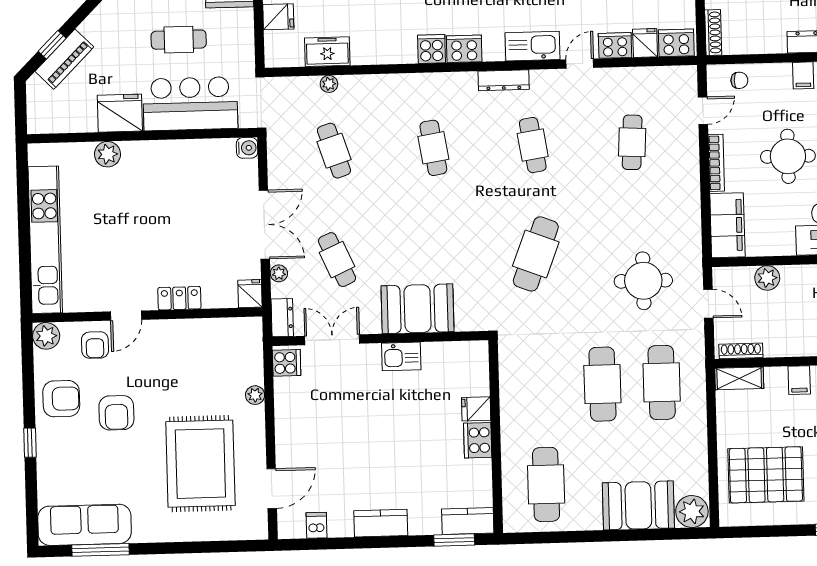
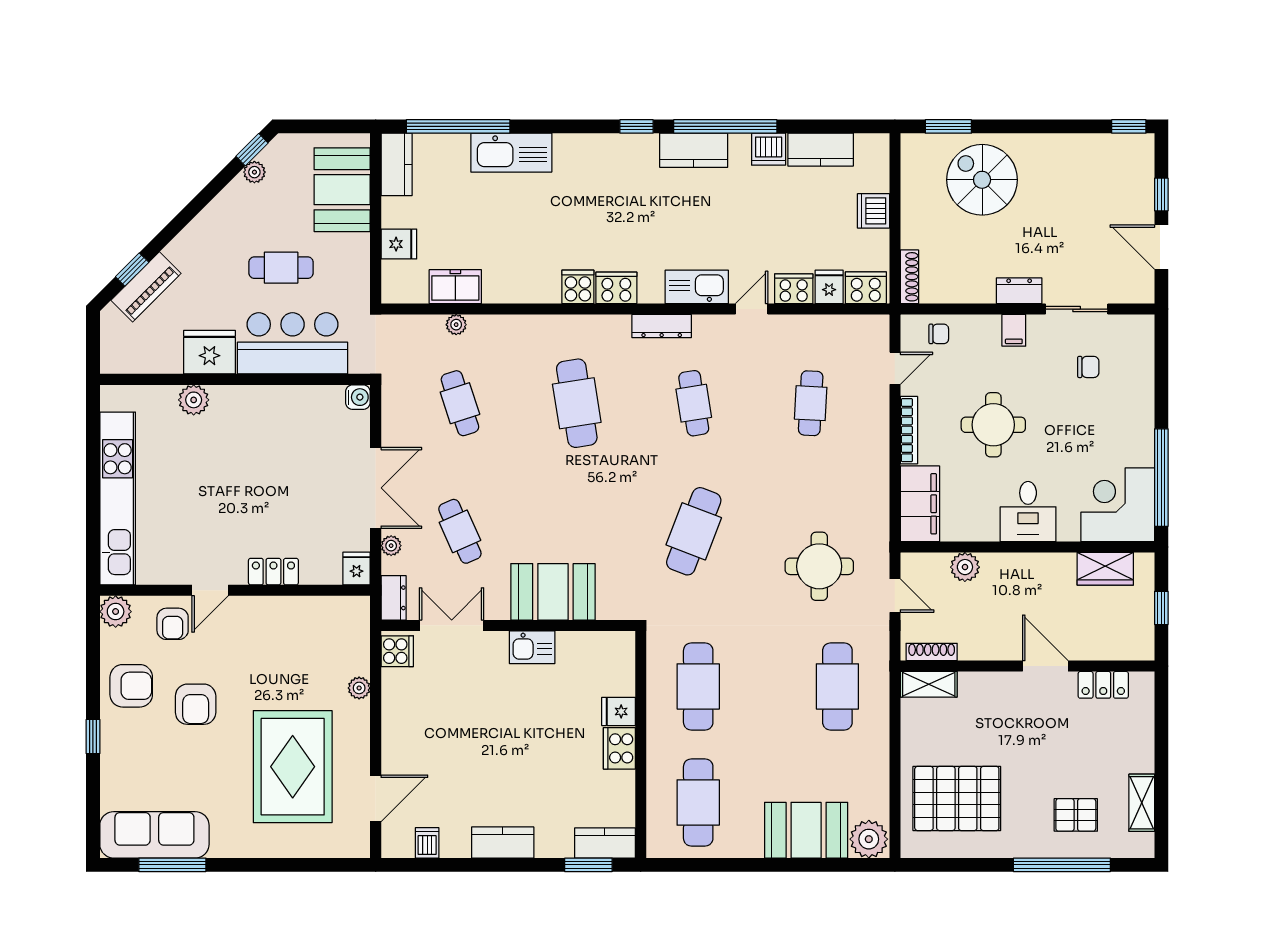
cafe table: (433, 148) -> (577, 403), width x1.37, depth x1.35
filing cabinet: (799, 380) -> (999, 688), removed
cafe table: (602, 384) -> (698, 686), moved

